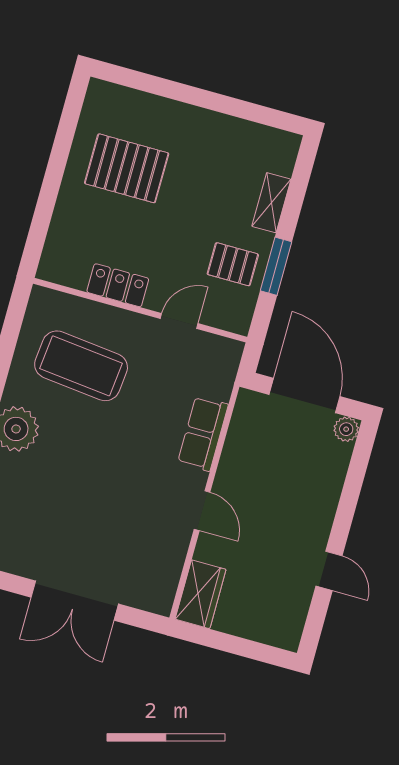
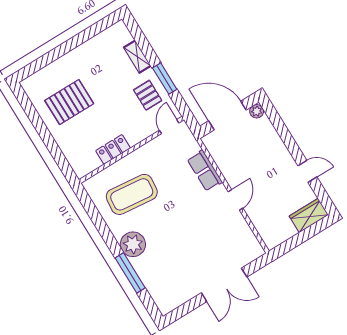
pallet: (233, 264) -> (148, 95), turned 90
door: (179, 321) -> (169, 127), moved
door: (202, 511) -> (236, 200), hinge flipped
wardrobe: (201, 594) -> (309, 215), moved, turned -90

